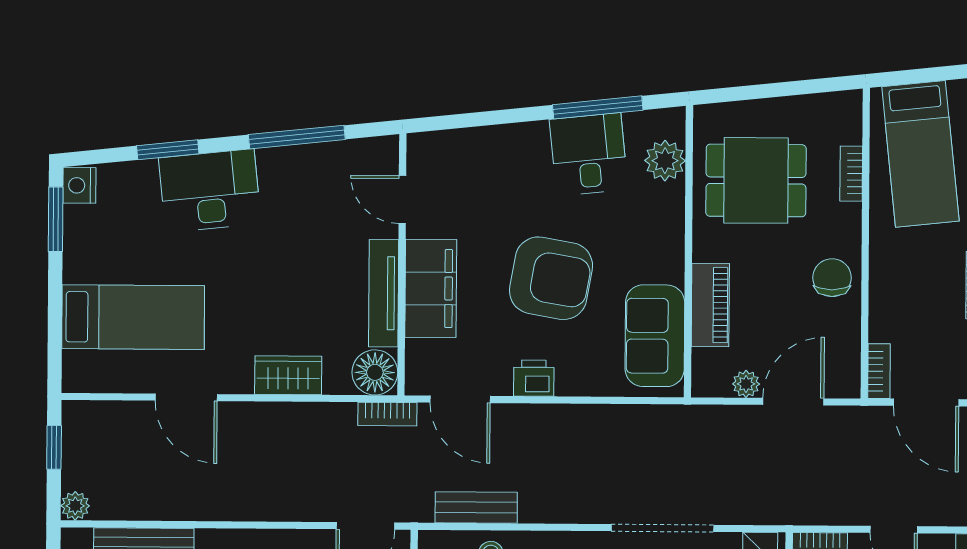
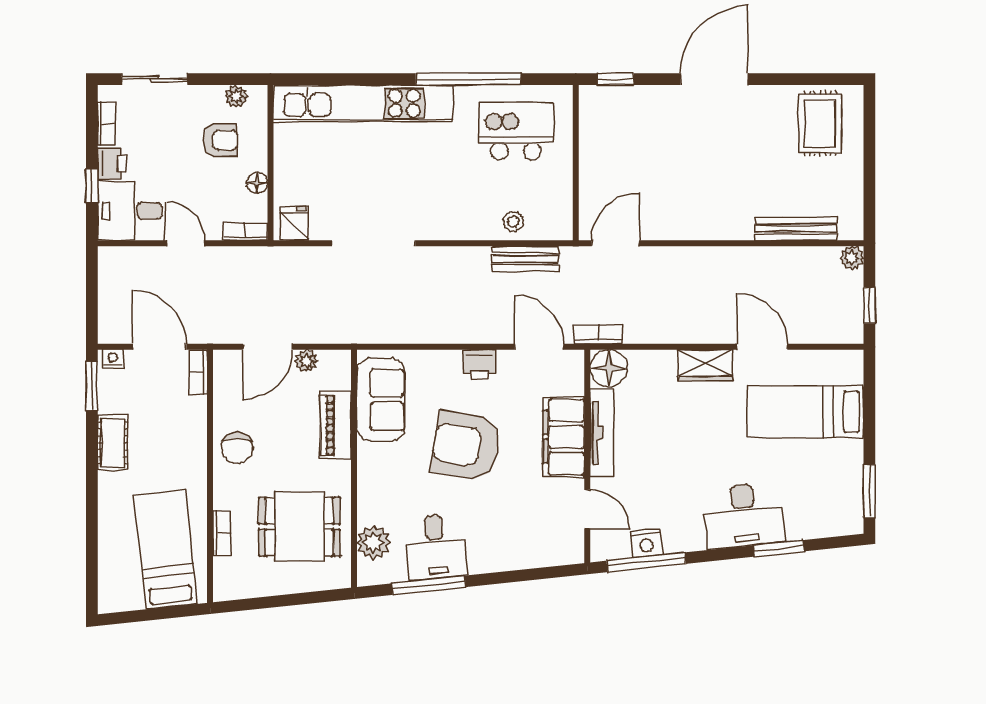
window: (297, 137) -> (646, 562), moved
nightstand: (79, 185) -> (646, 543), moved, turned 84
wardrobe: (288, 375) -> (705, 365), moved

